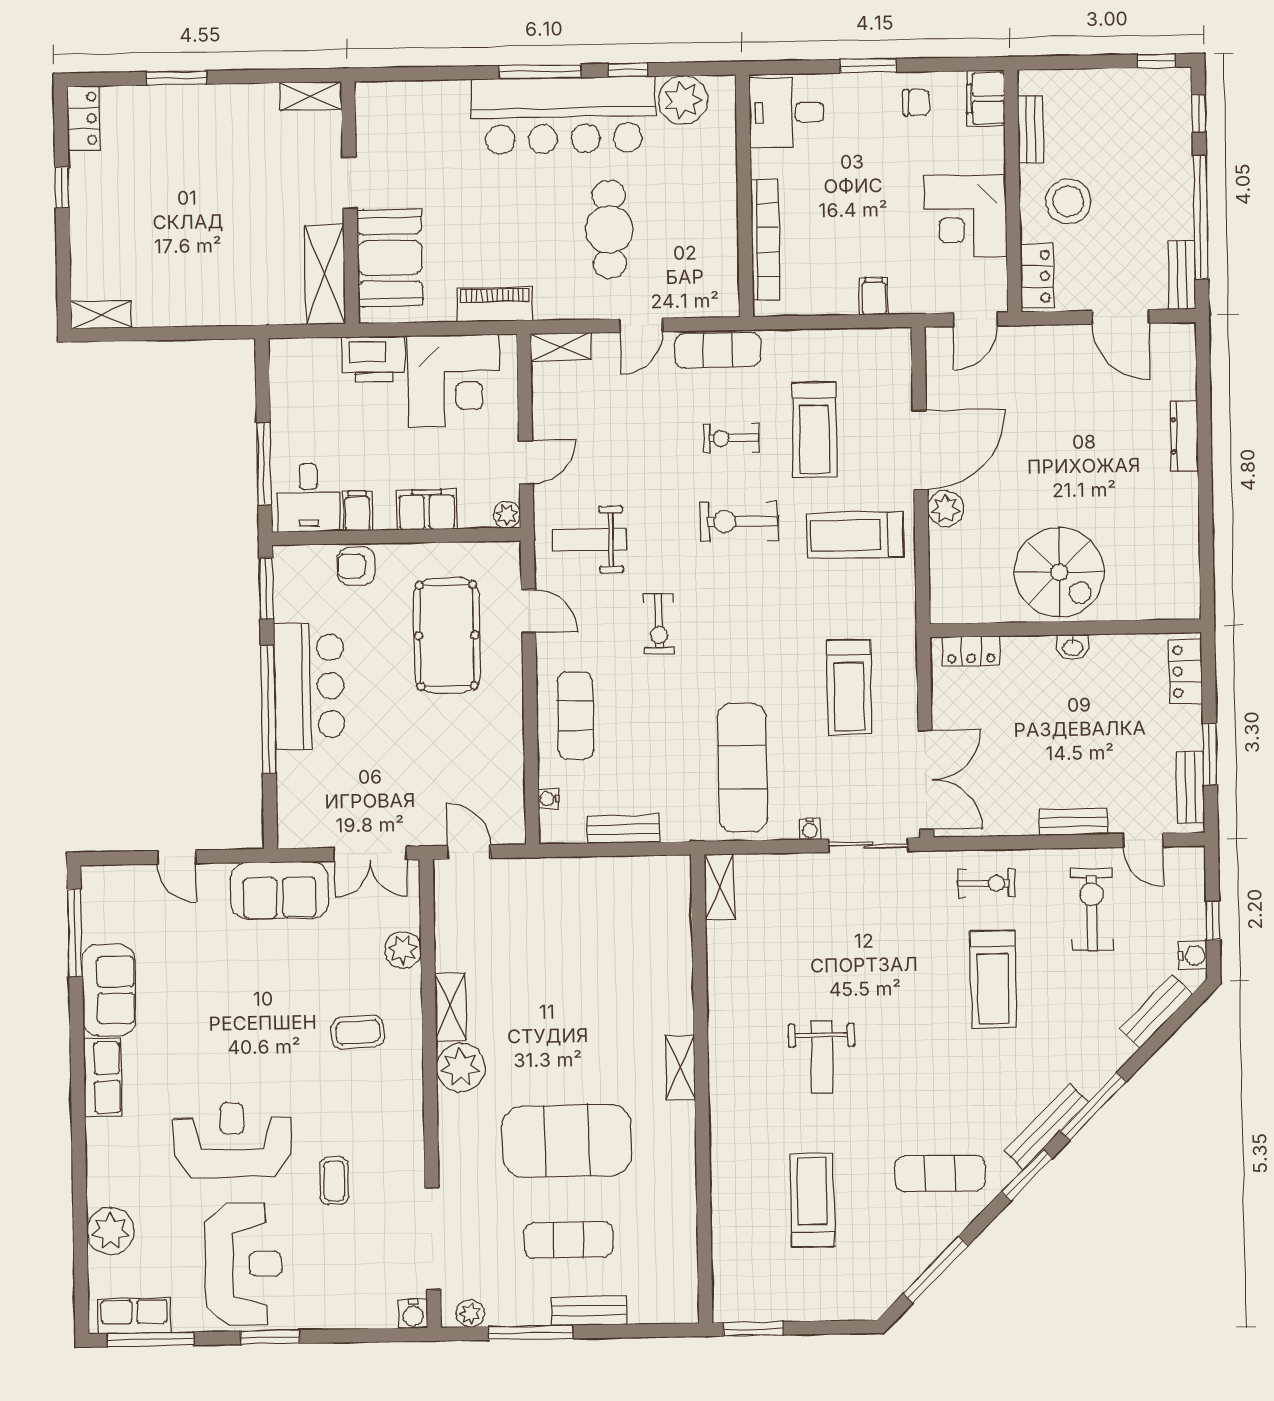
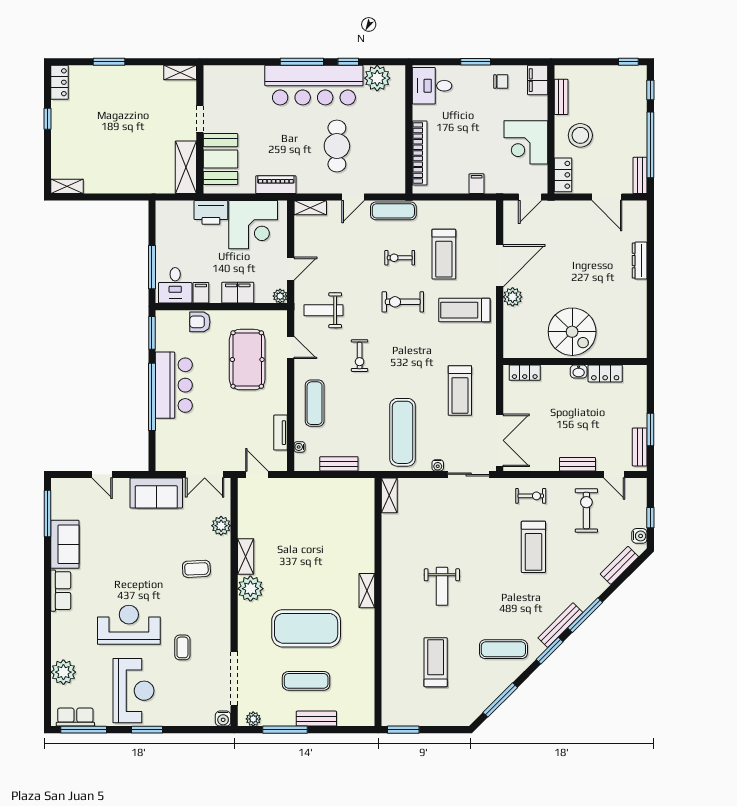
locker: (1186, 671) -> (605, 373), moved, turned -90
tv unit: (512, 772) -> (281, 433), added

